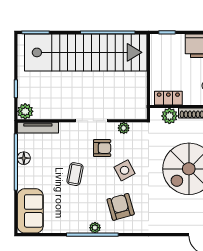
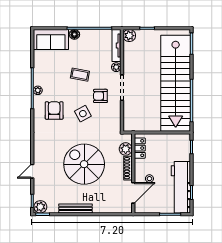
plant: (124, 128) -> (116, 67), moved
armchair: (102, 148) -> (100, 96), turned 90
floor lamp: (24, 158) -> (74, 34), moved
armchair: (121, 207) -> (54, 110), turned -74

